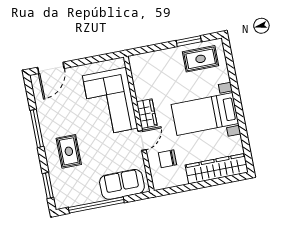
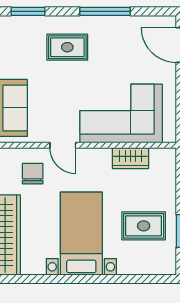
rug: (201, 59) -> (144, 226), moved, turned 90
wardrobe: (147, 114) -> (130, 158), moved

